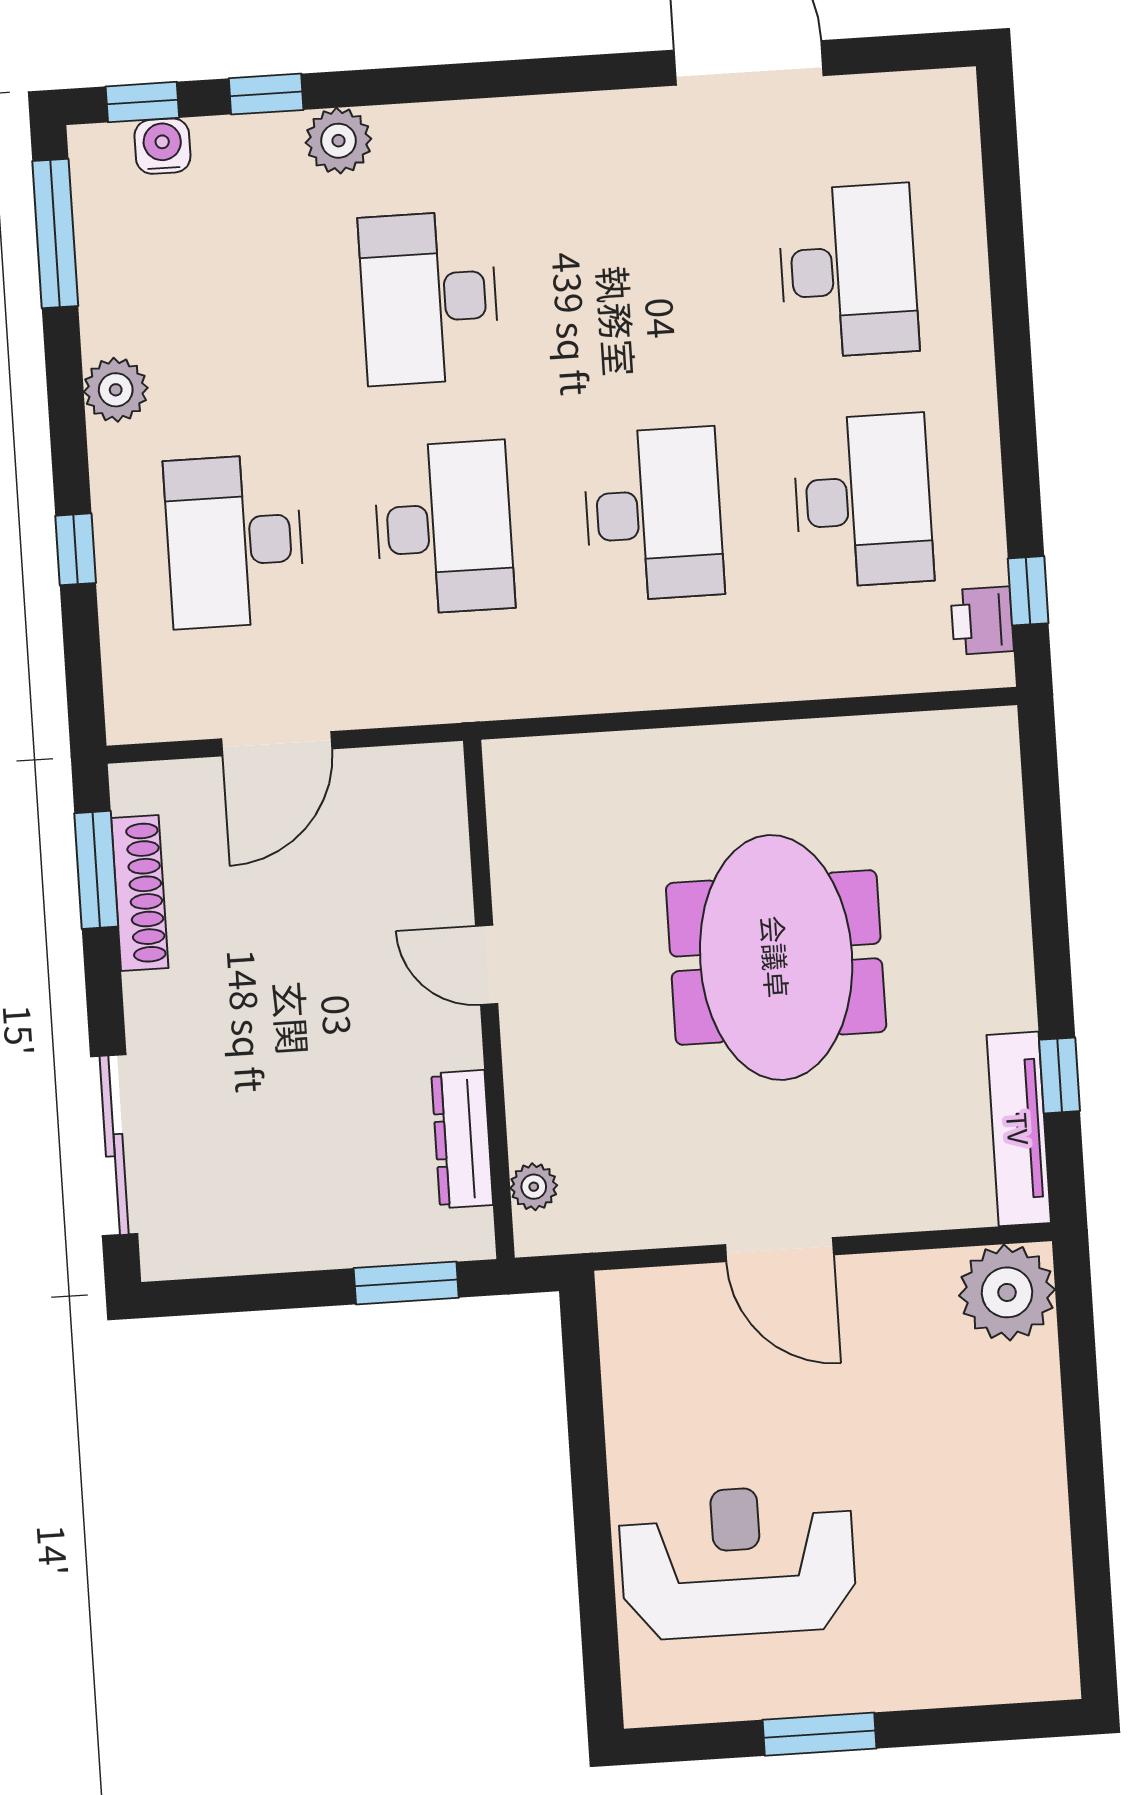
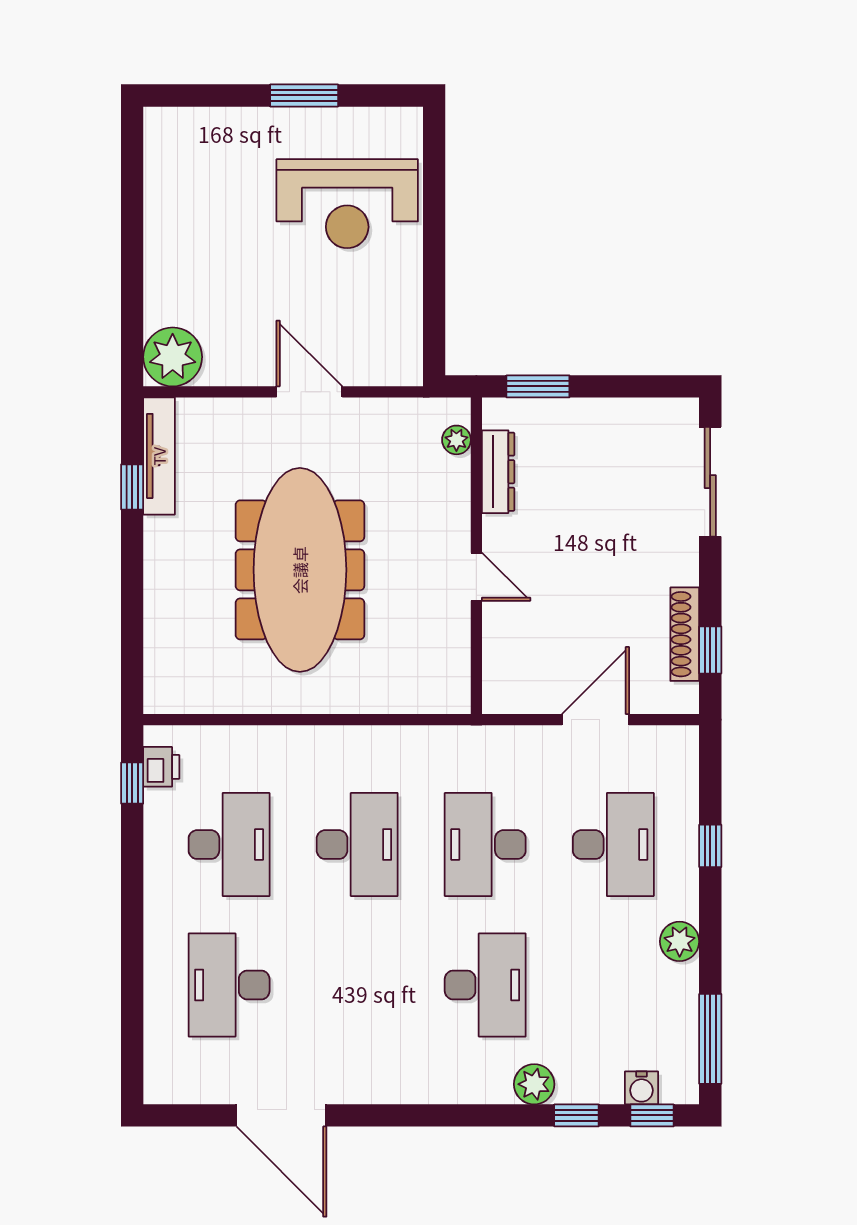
desk: (863, 501) -> (229, 845), turned 180
desk: (653, 514) -> (357, 845), turned 180
window: (96, 870) -> (710, 650), width x0.67
meeting table: (776, 957) -> (300, 570), width x1.36

